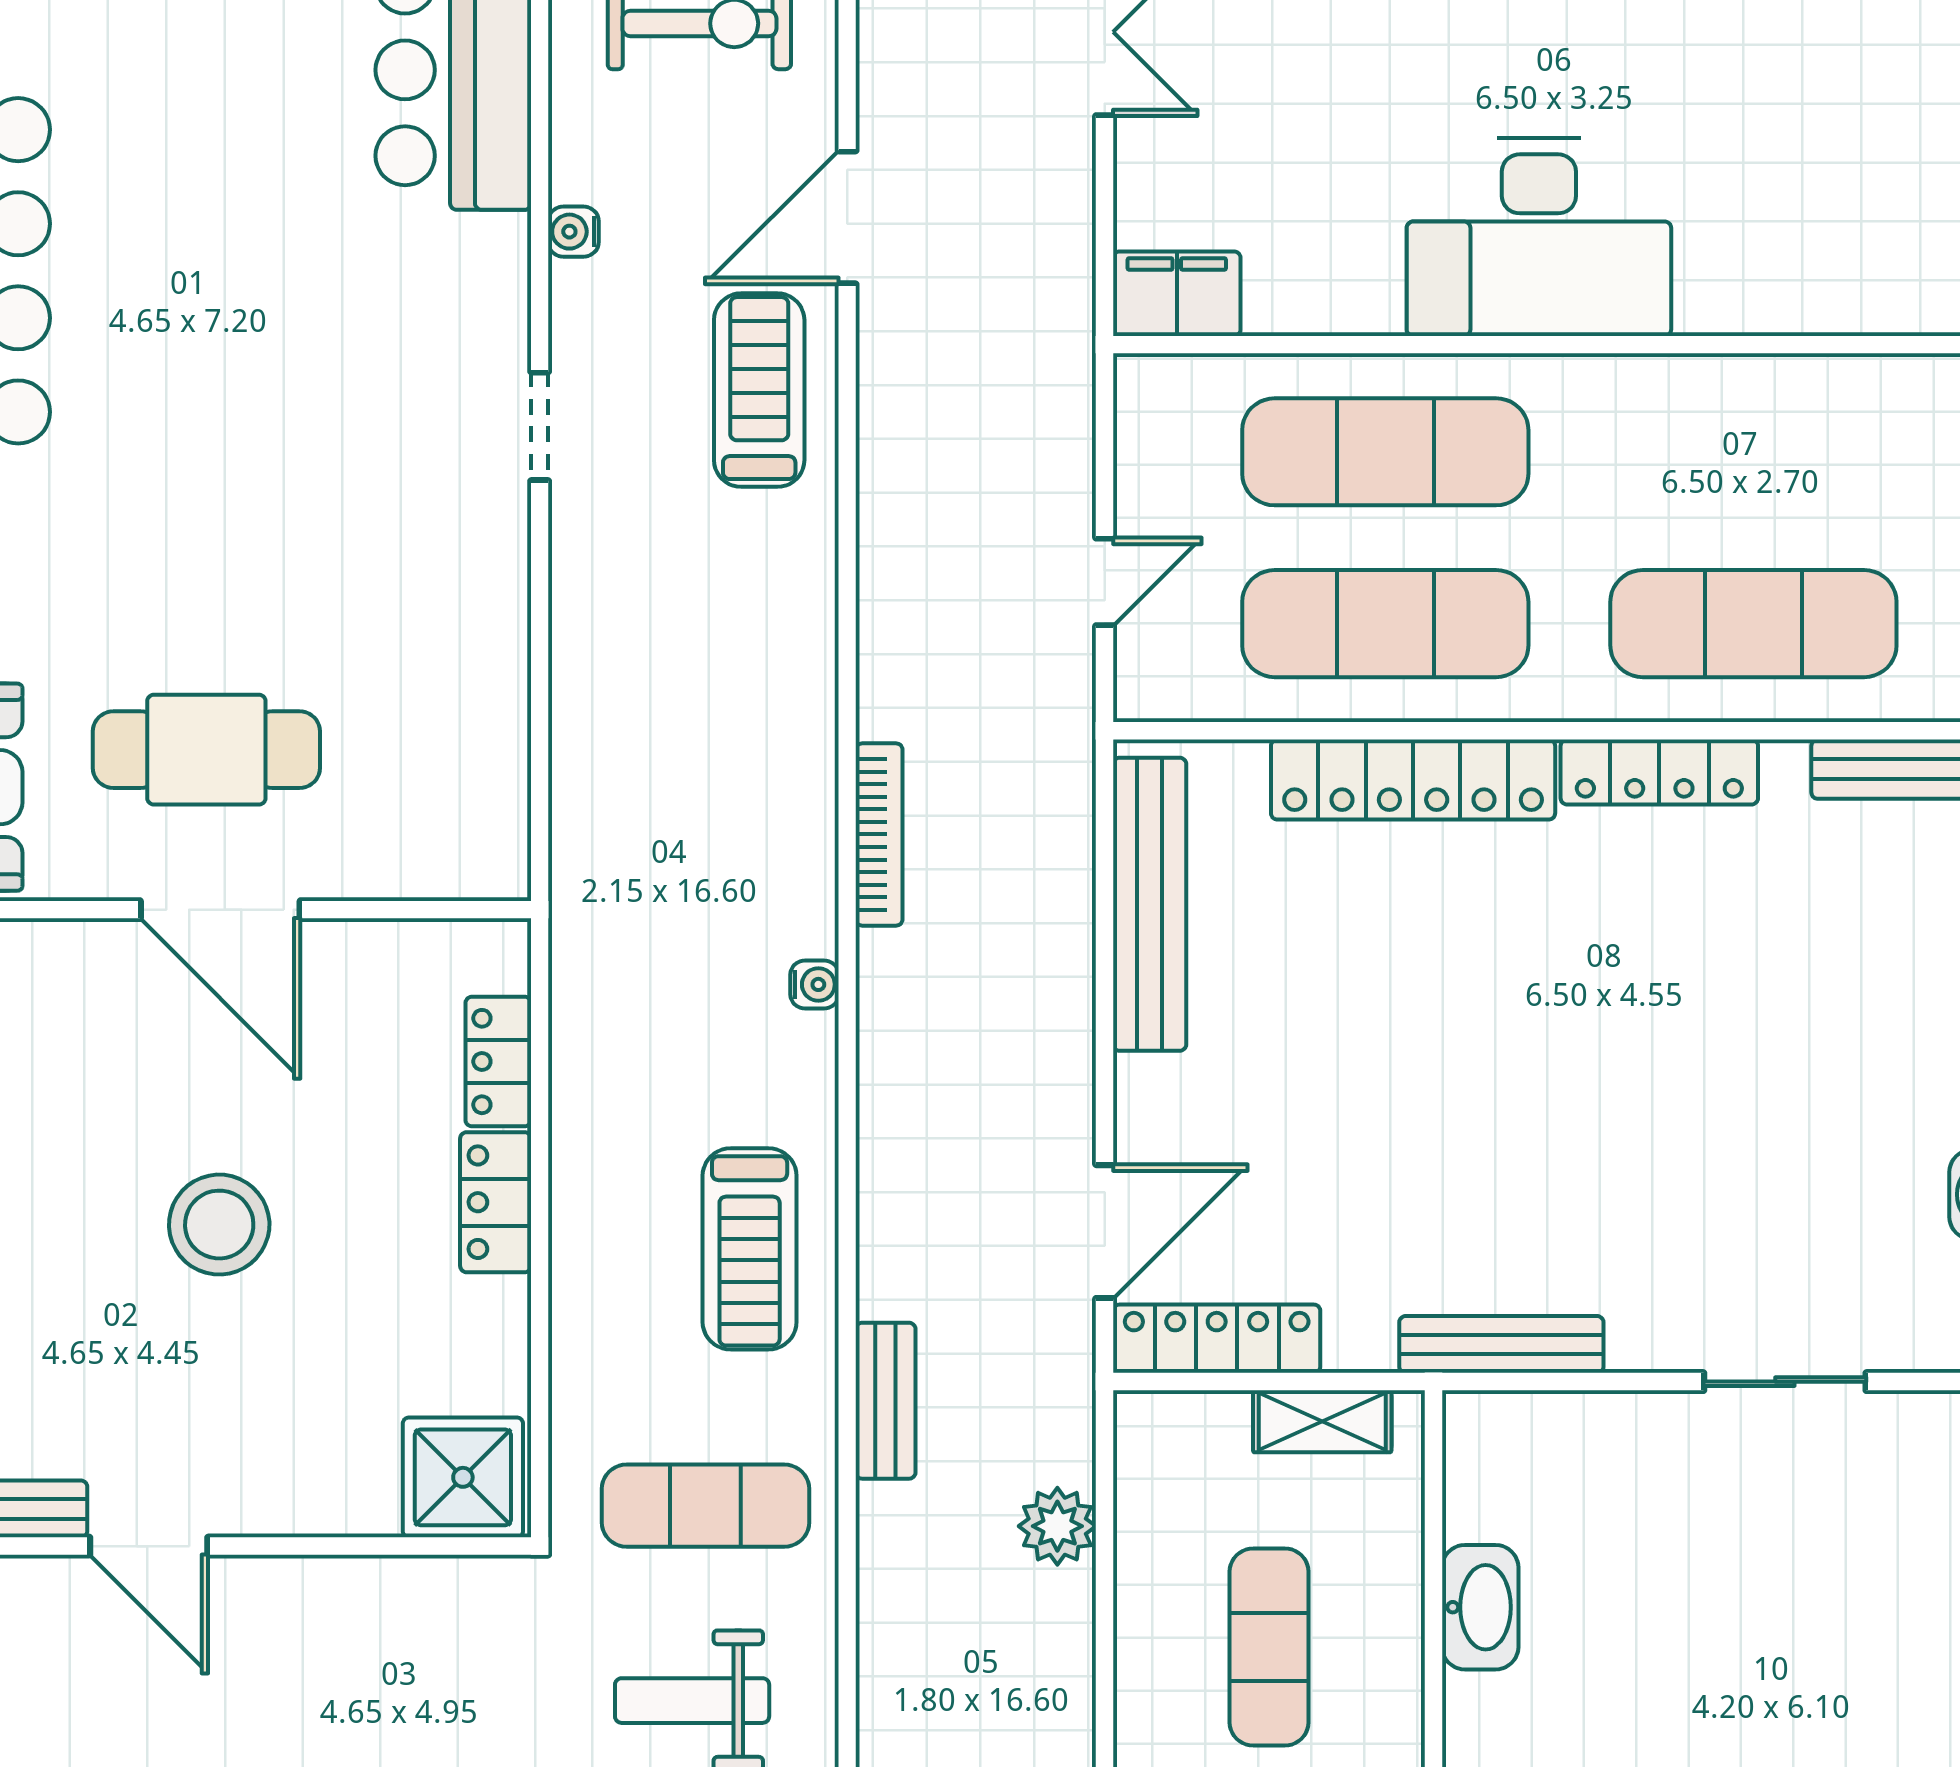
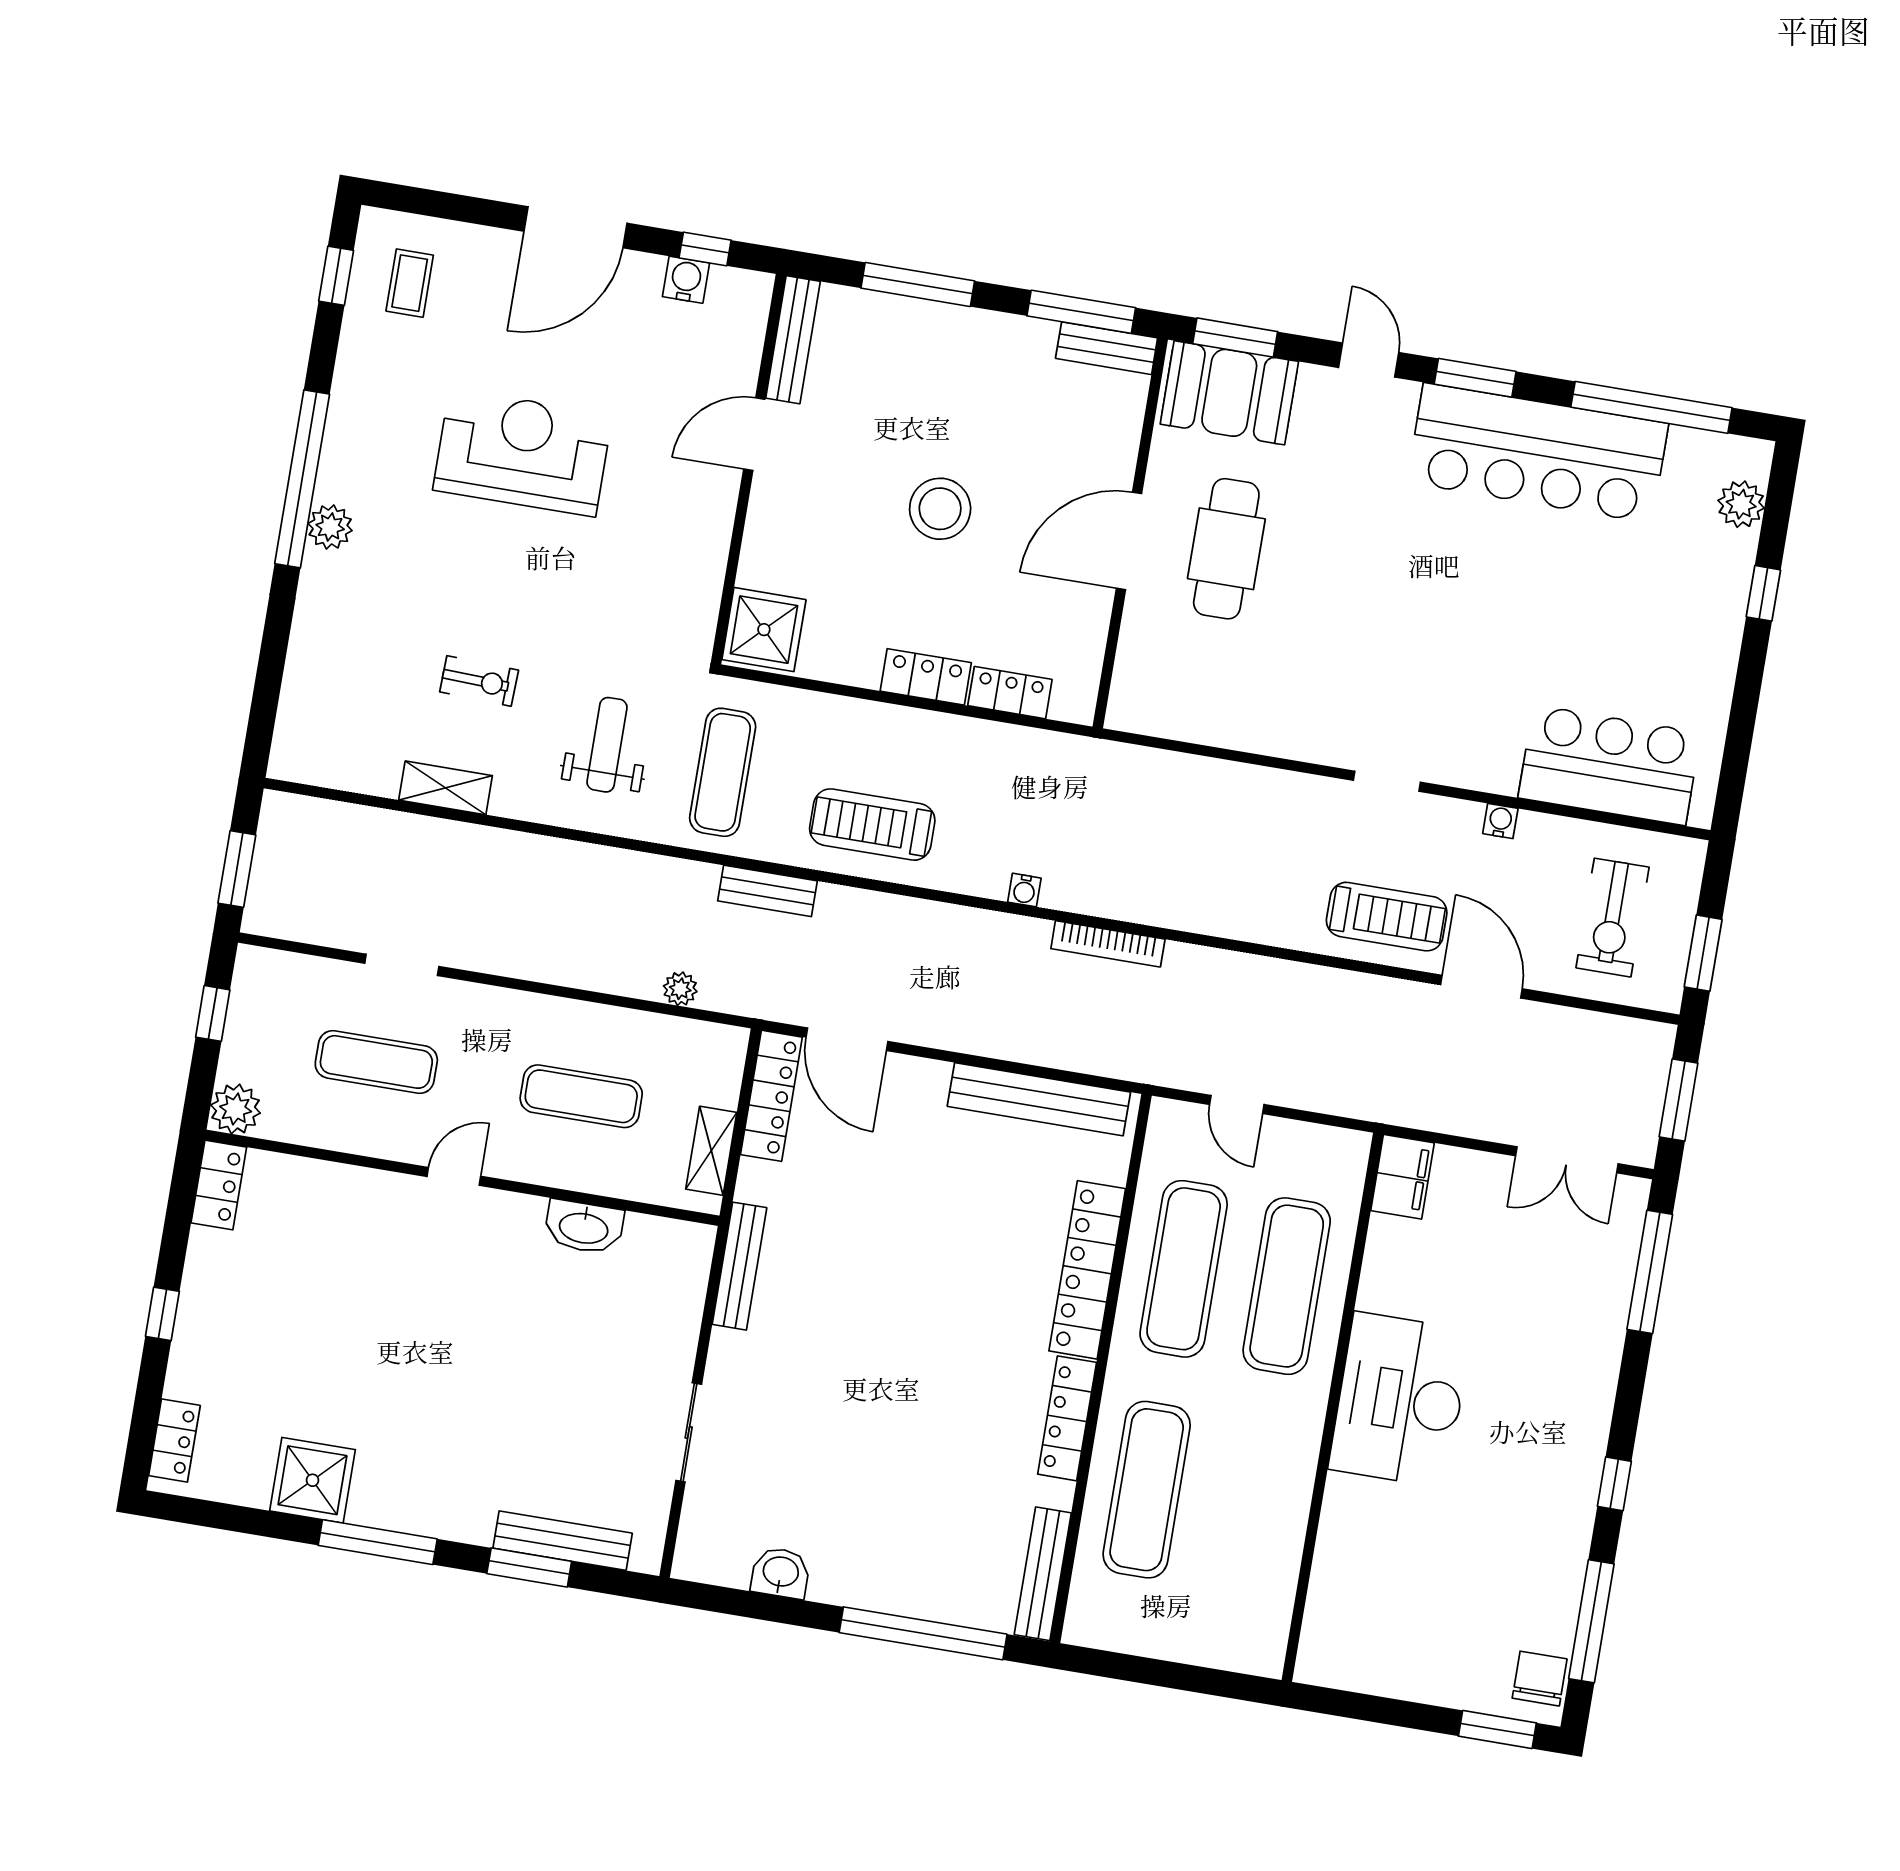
plant: (1057, 1526) -> (680, 989), width x0.73, depth x0.73

